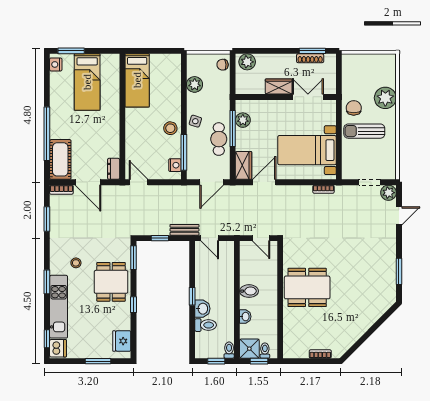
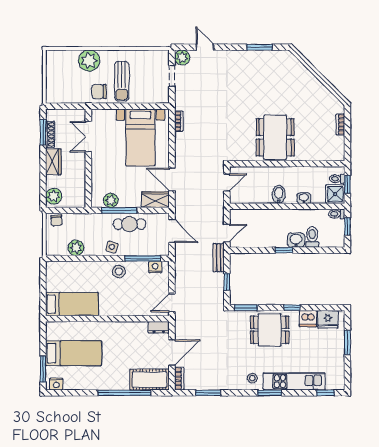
wardrobe: (279, 86) -> (53, 162), moved, turned 180
stool: (76, 263) -> (252, 378), moved
dishwasher: (58, 348) -> (308, 319), moved, turned 180

